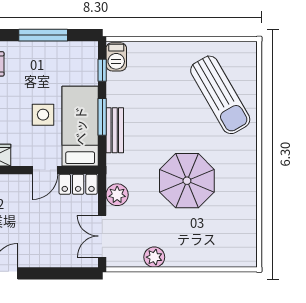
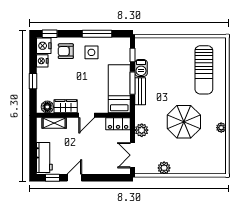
barbecue: (116, 57) -> (141, 68), moved
sun lounger: (220, 95) -> (204, 70), turned 30
side table: (43, 115) -> (91, 52), moved
door: (45, 170) -> (87, 115), moved
plant: (249, 190) -> (221, 128), added

